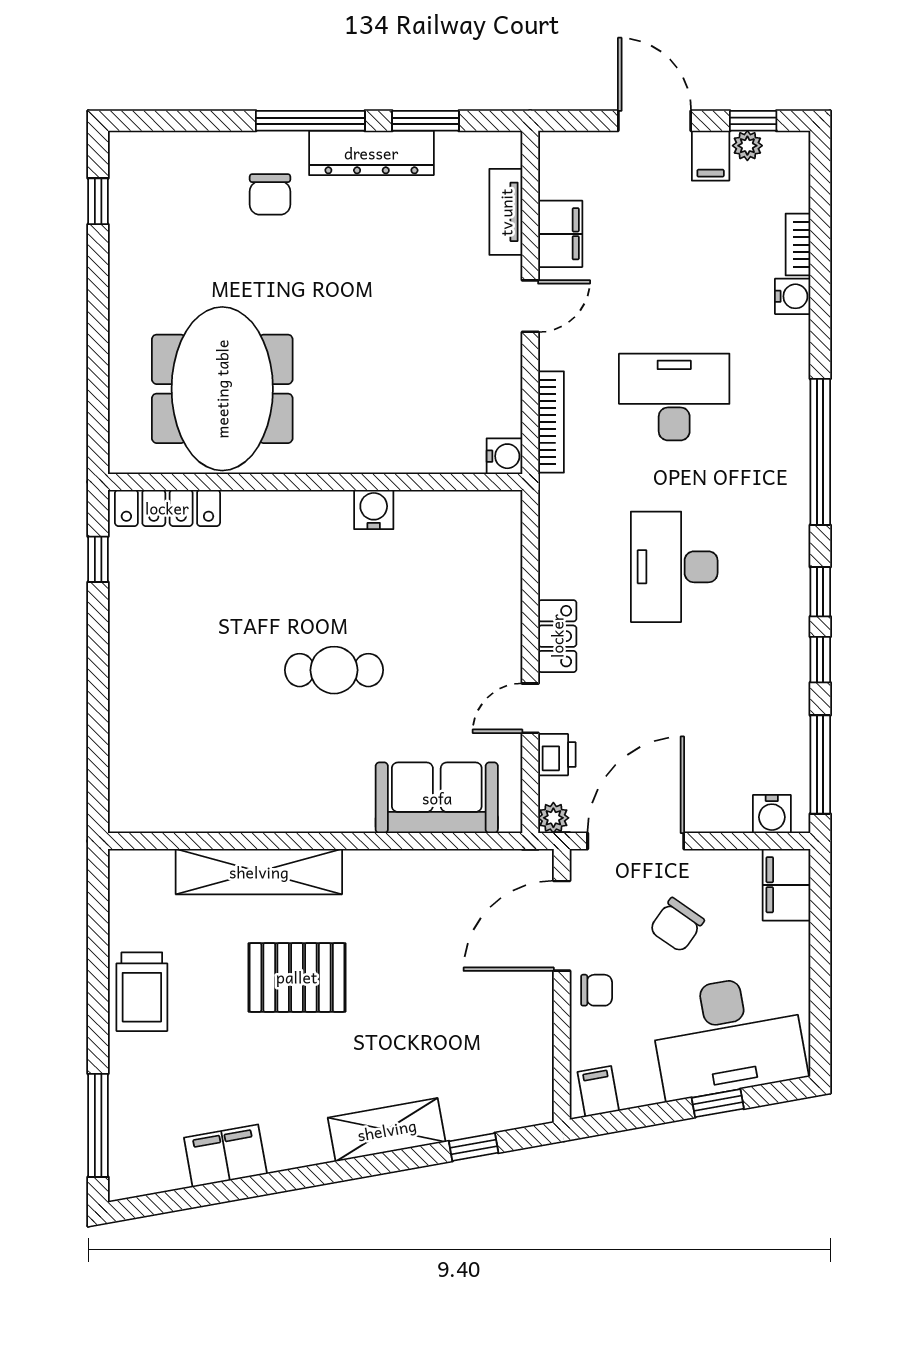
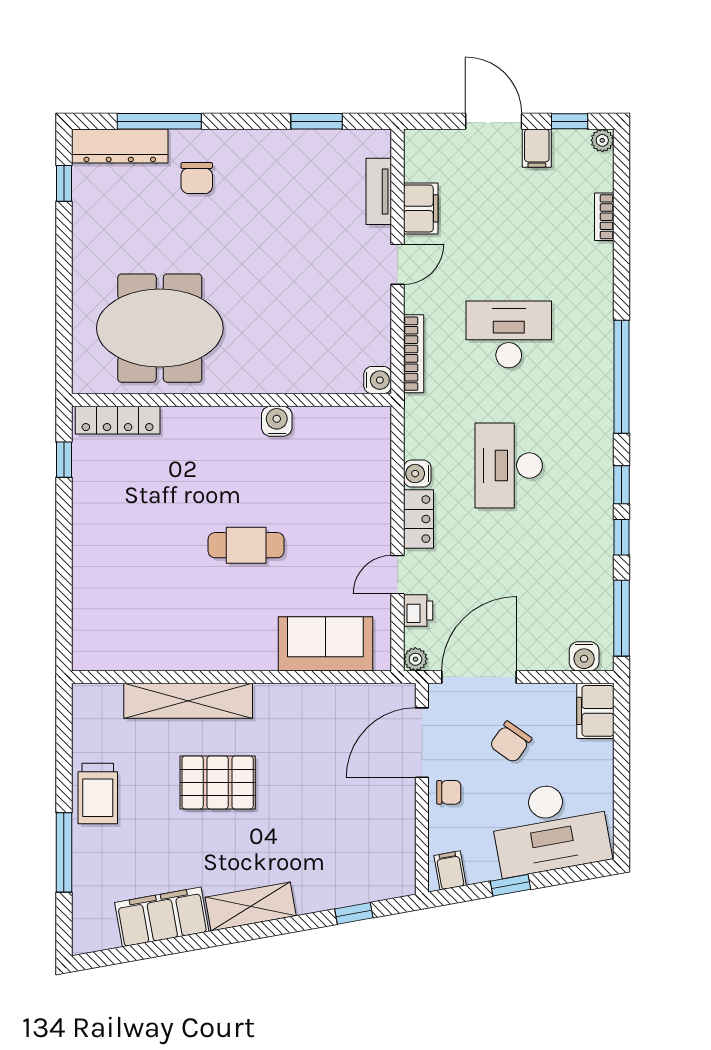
window: (310, 121) -> (159, 121), moved
plant: (747, 146) -> (602, 140), moved
dresser: (371, 153) -> (120, 146), moved
water cooler: (793, 296) -> (417, 474), moved, turned 180
meeting table: (222, 389) -> (160, 328), turned 90
window: (718, 1103) -> (511, 885), moved
window: (98, 1125) -> (64, 852), moved
shelving: (387, 1130) -> (251, 907), moved
filing cabinet: (225, 1156) -> (162, 917), width x1.50, depth x1.17

